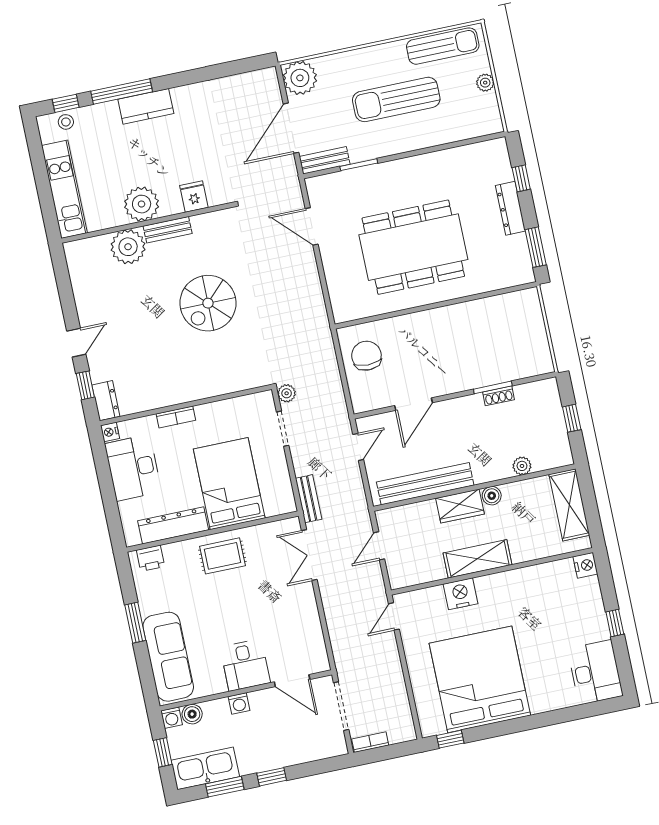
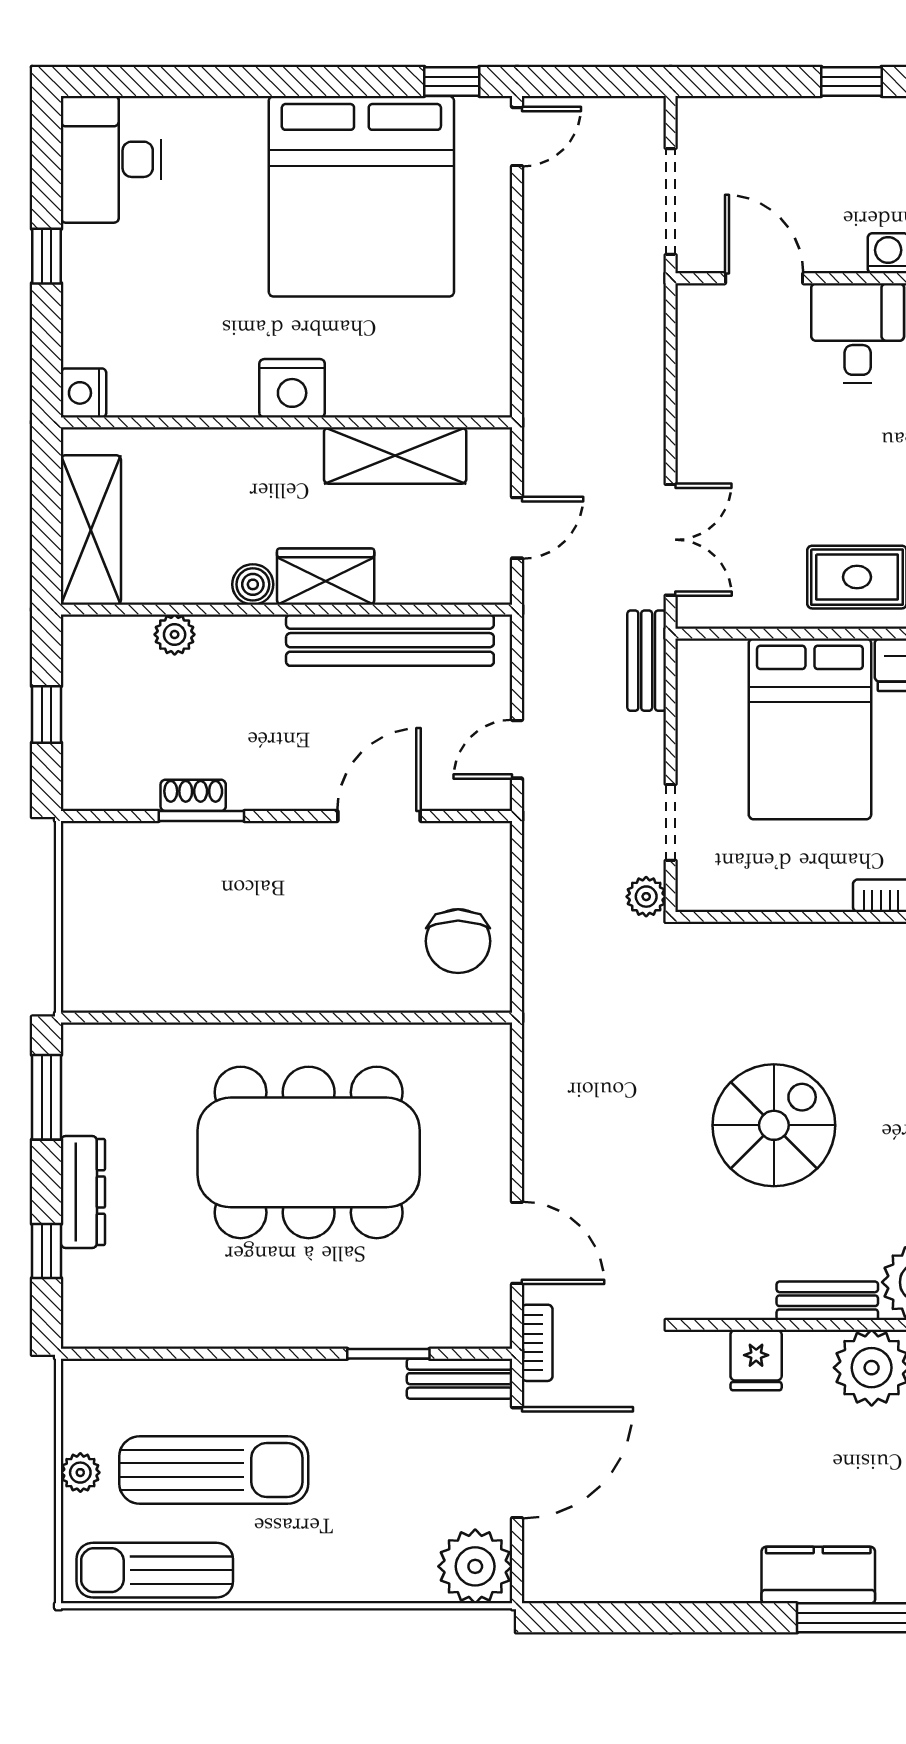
sun lounger: (396, 99) -> (214, 1470), moved
shelving: (478, 559) -> (395, 456), moved
nightstand: (460, 594) -> (292, 388), moved
door: (394, 616) -> (517, 137), moved
bookcase: (370, 742) -> (537, 1343), moved, turned -90

